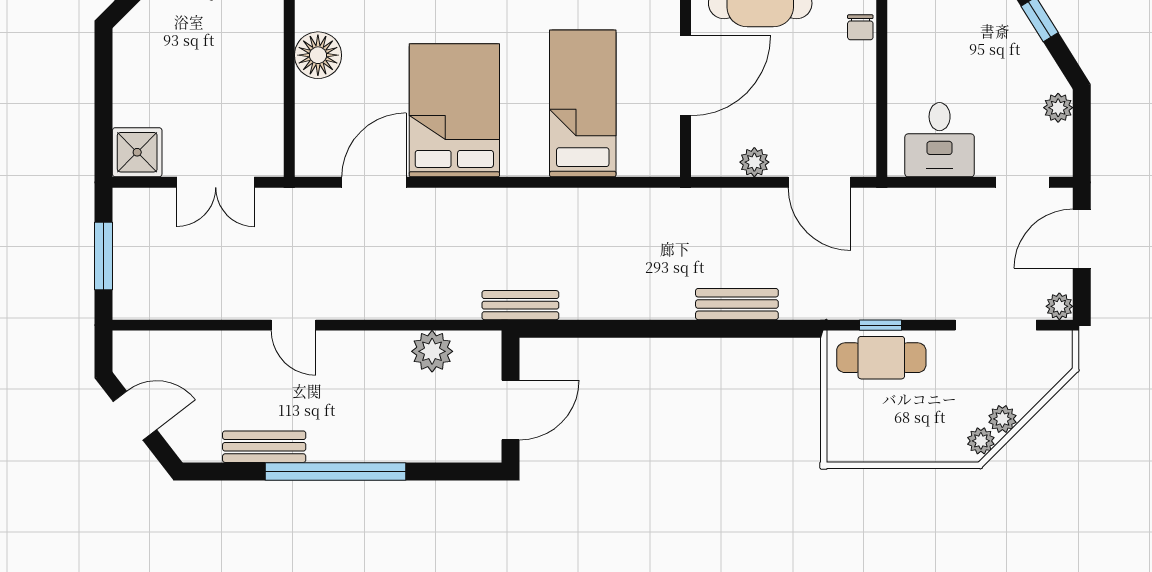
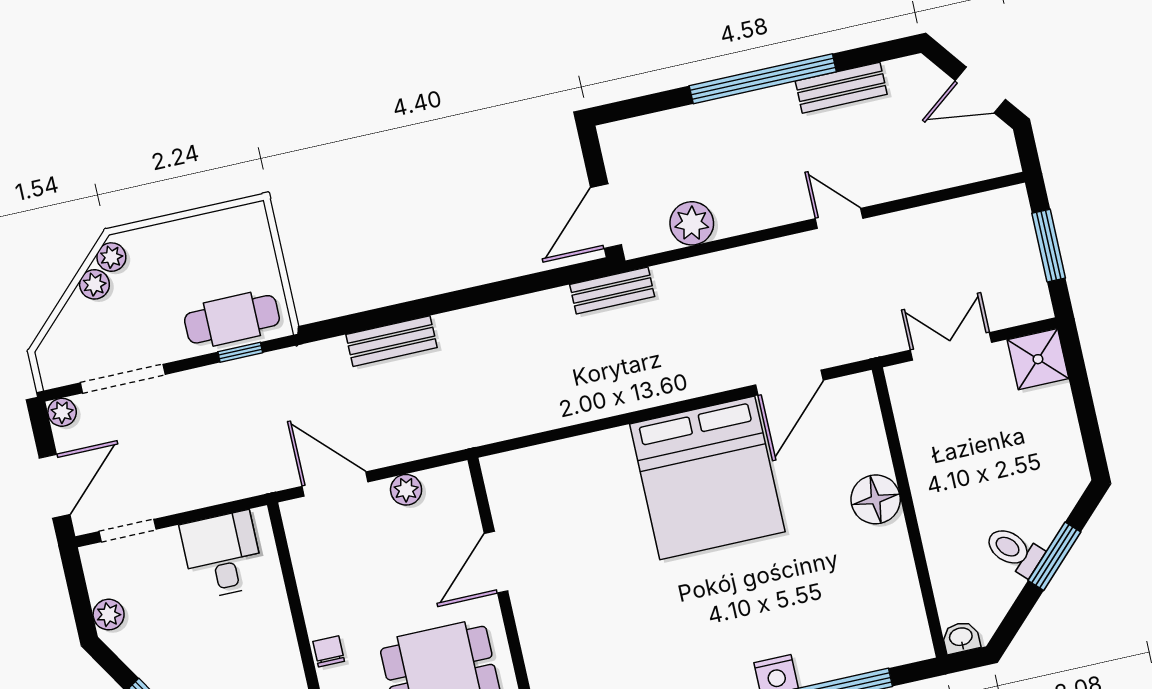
door: (685, 76) -> (496, 562), width x0.73
bed: (583, 103) -> (595, 511), removed
bed: (454, 110) -> (707, 478), width x1.36
door: (511, 410) -> (606, 216), moved

